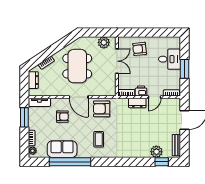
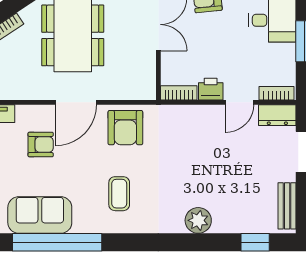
door: (79, 97) -> (76, 102), hinge flipped
dresser: (137, 103) -> (277, 115), moved
armchair: (102, 109) -> (125, 128), turned -90
plant: (156, 152) -> (198, 220), moved

